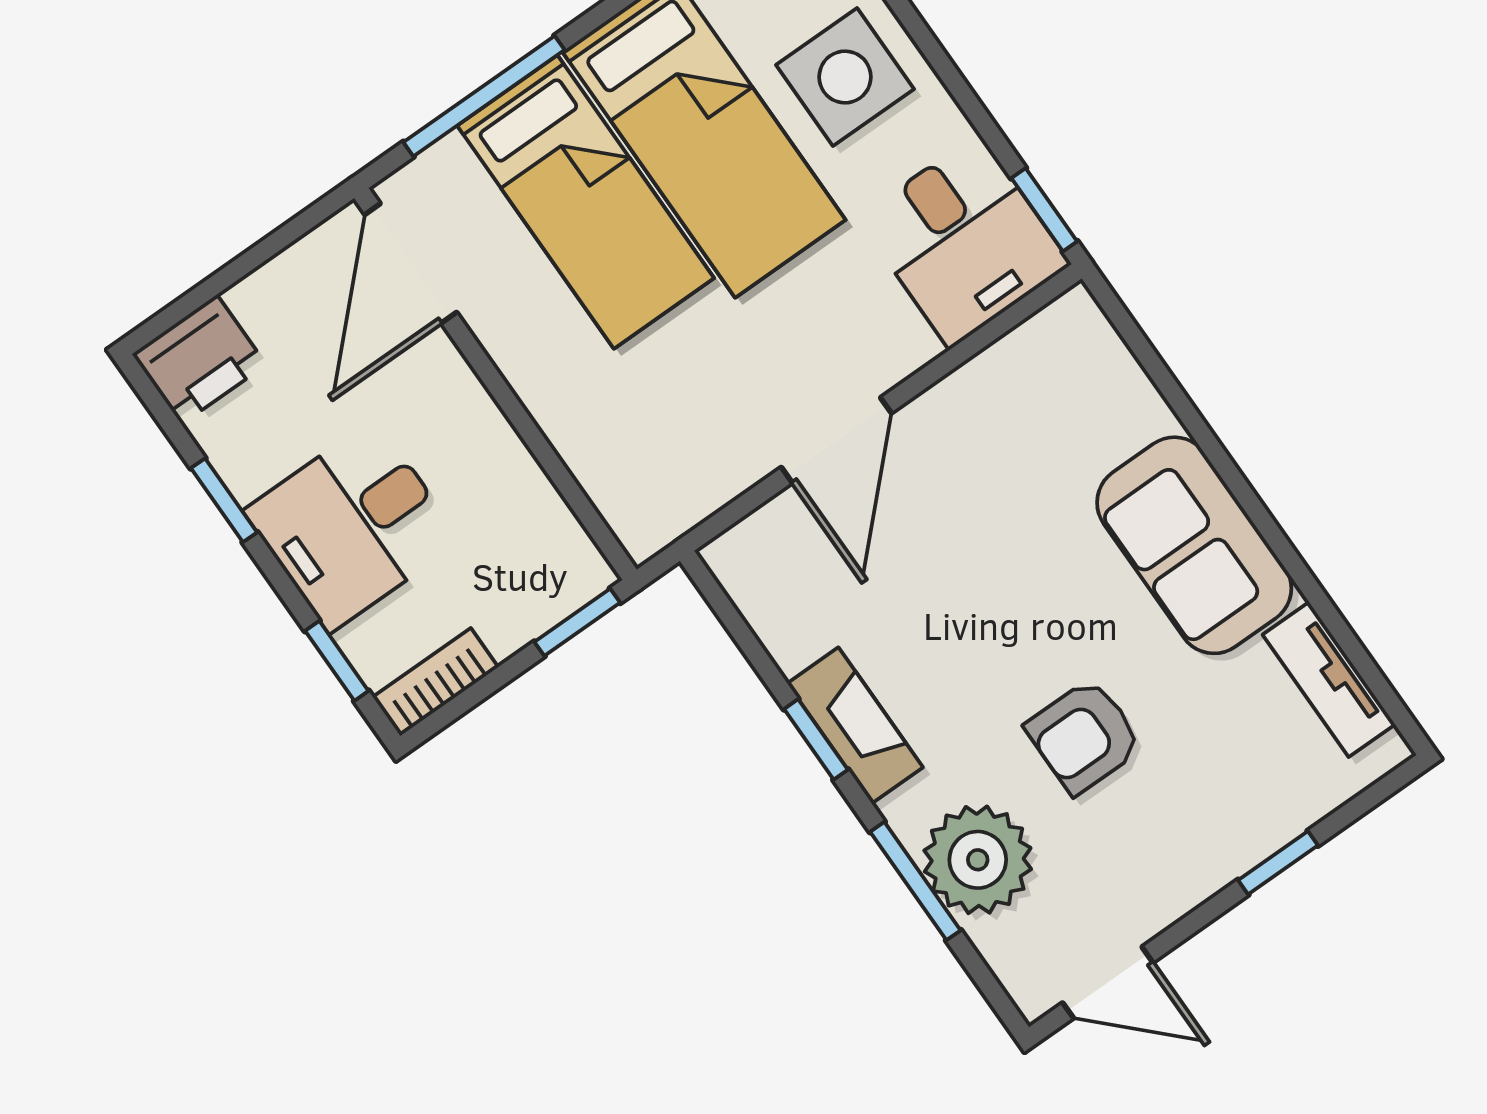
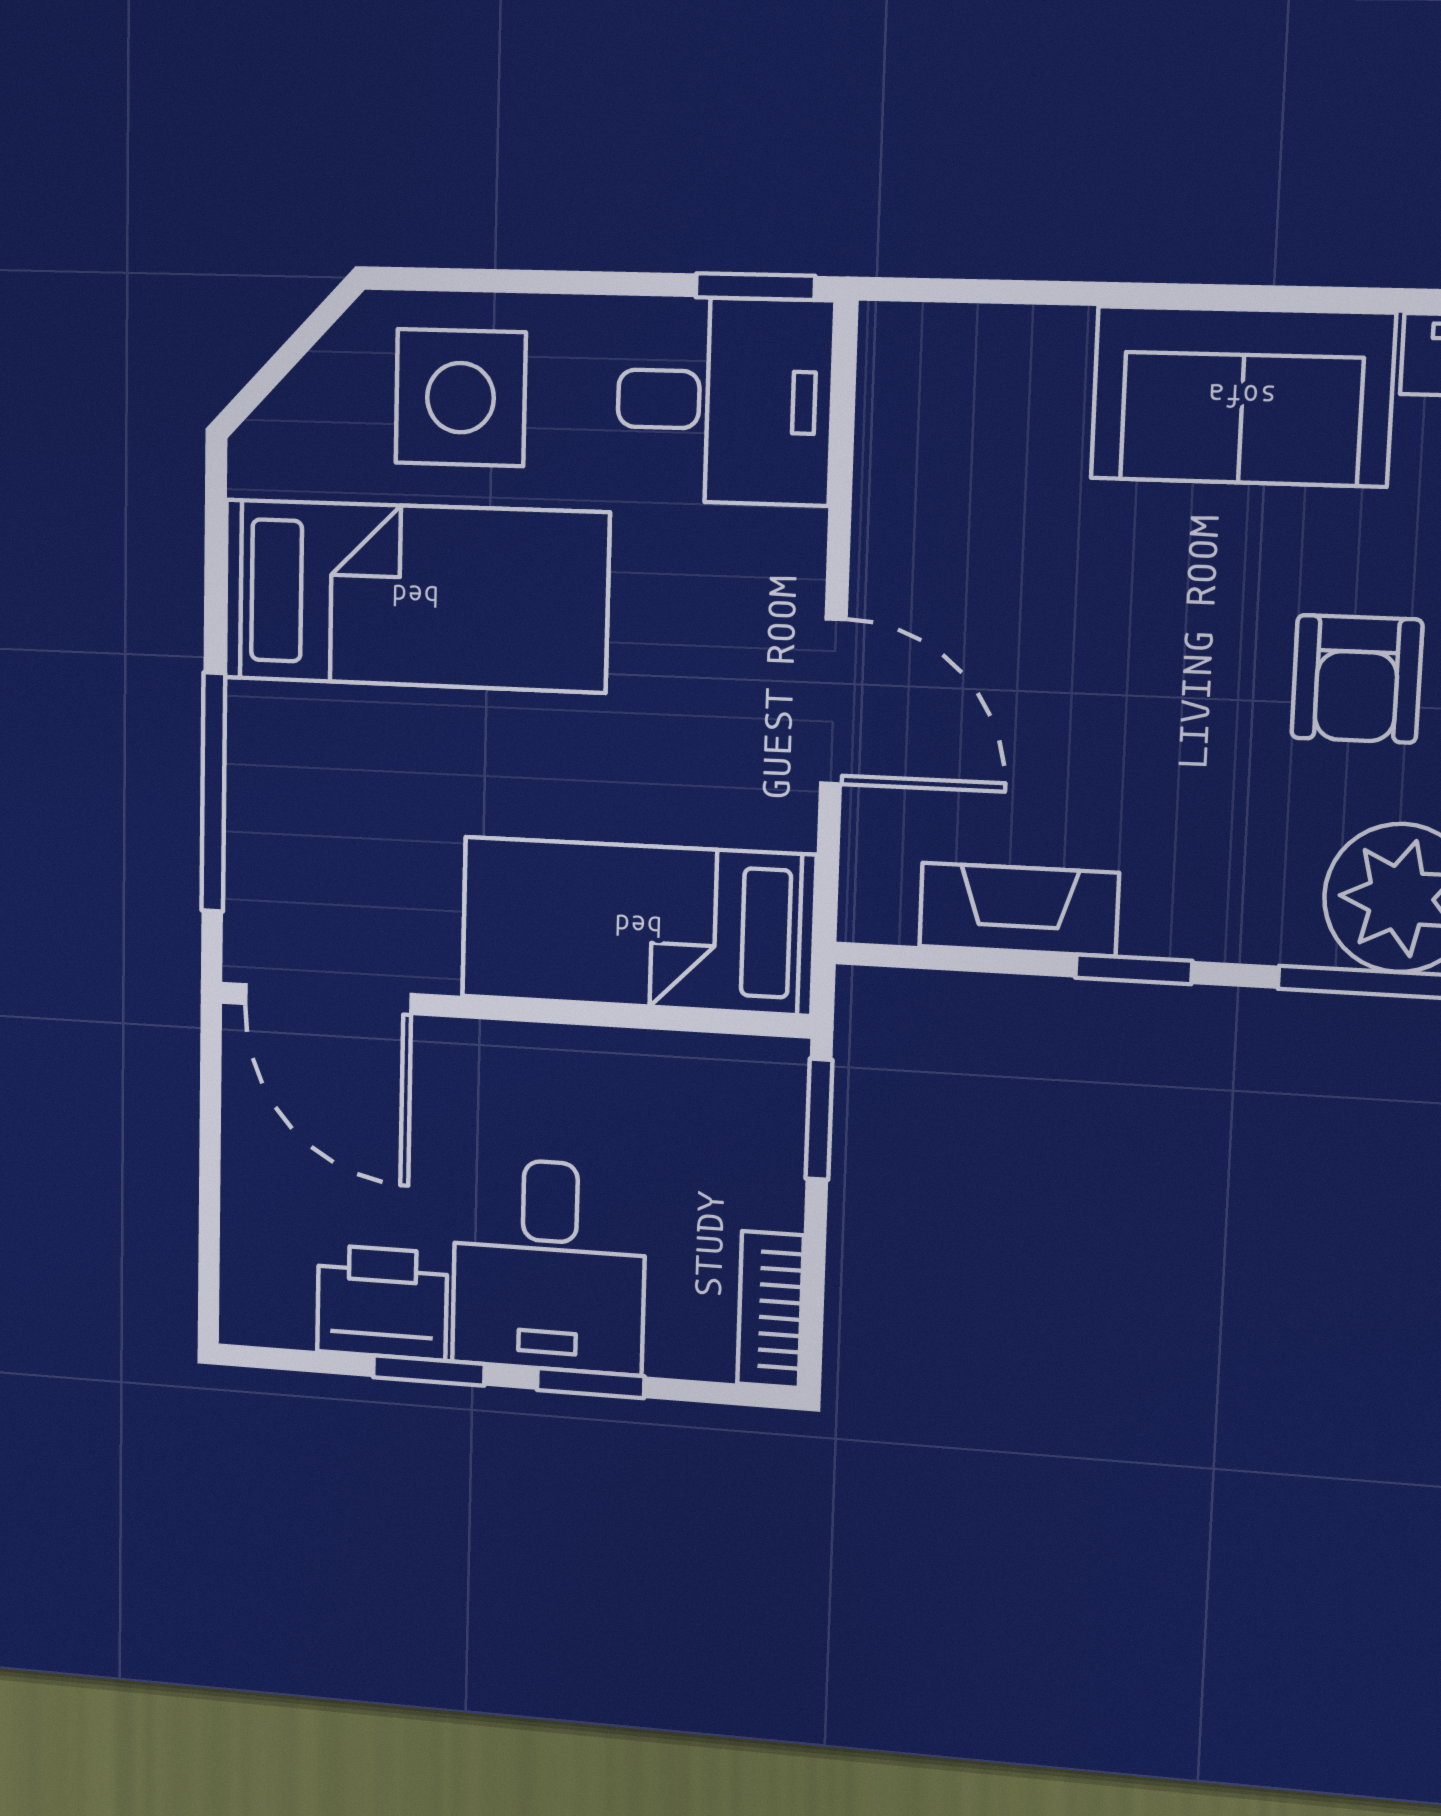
bed: (586, 202) -> (638, 926), moved, turned 180
printer: (199, 359) -> (382, 1302), moved, turned -90
window: (337, 661) -> (591, 1383), moved
fireplace: (855, 725) -> (1019, 910), moved

